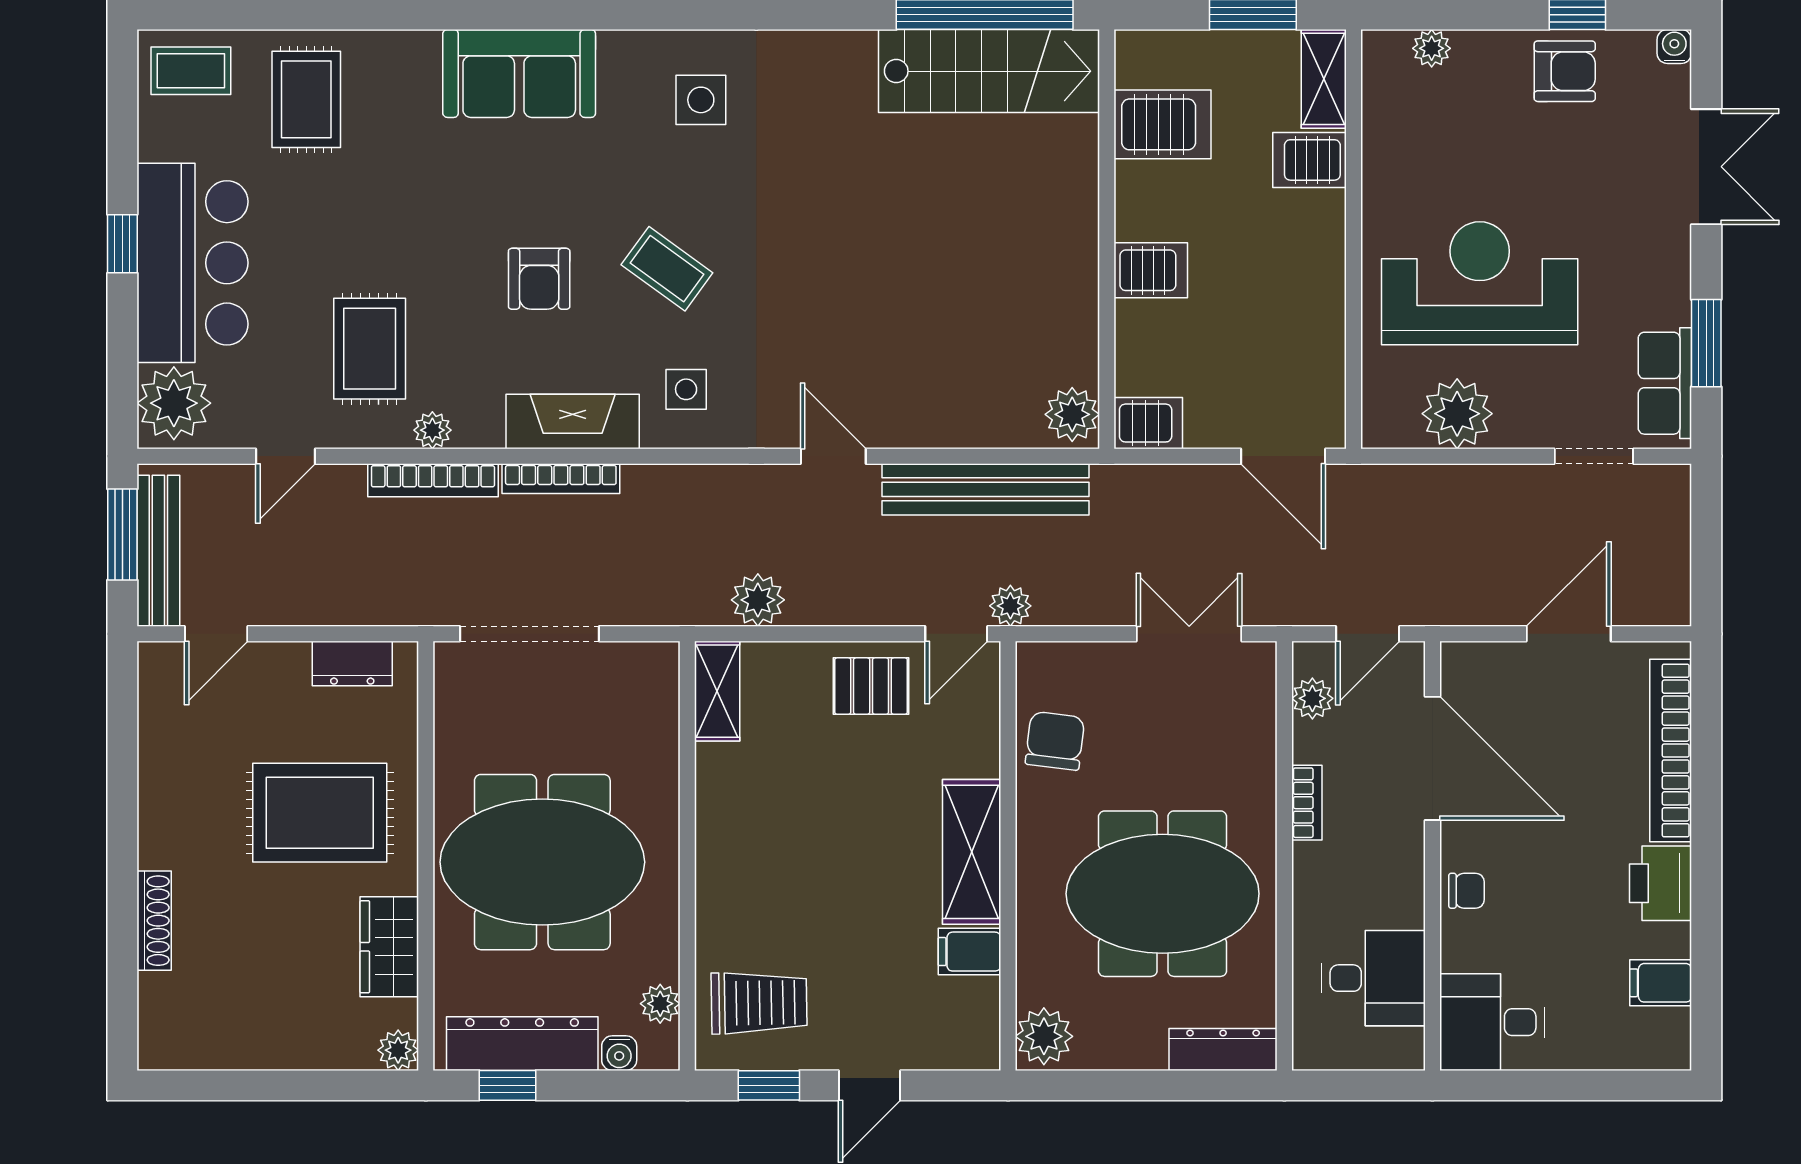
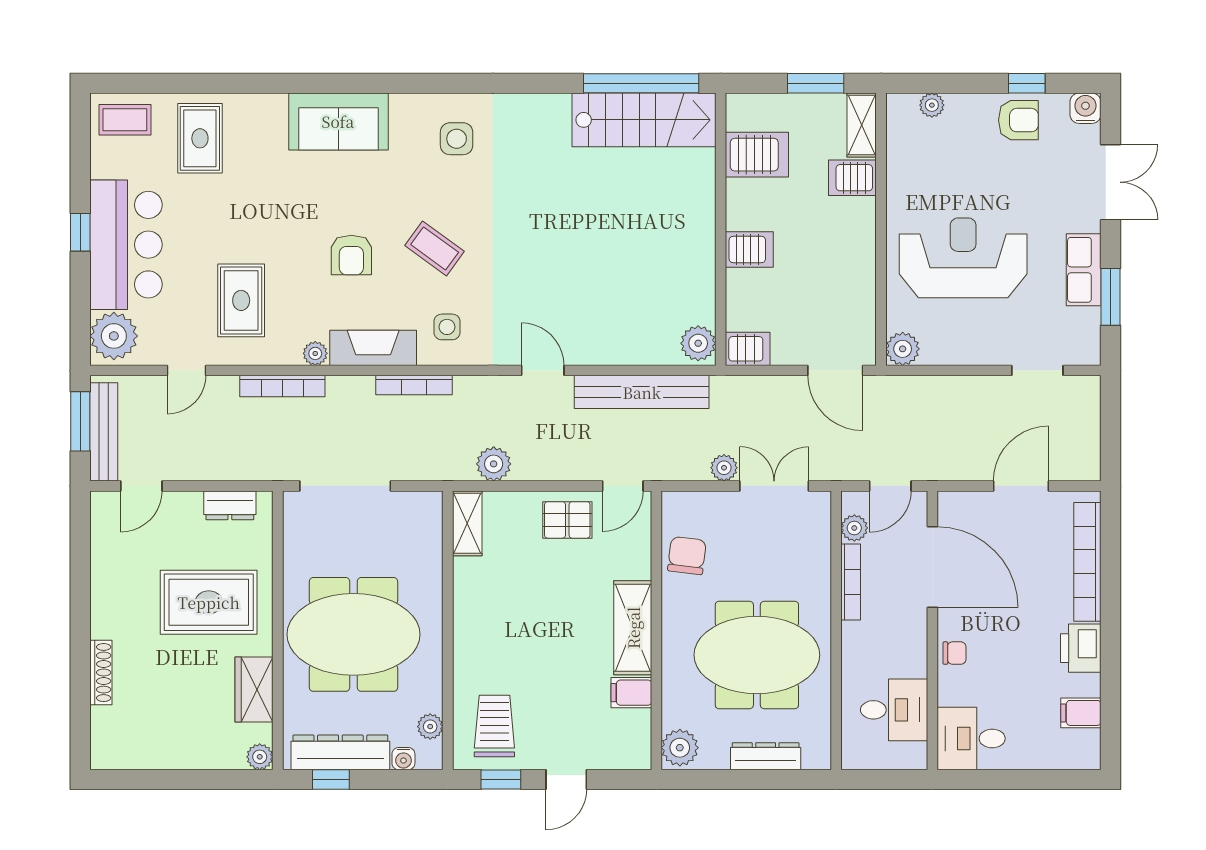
water cooler: (1674, 46) -> (1085, 108), width x1.38, depth x1.38
row of seats: (1665, 383) -> (1084, 270), moved
plant: (1457, 414) -> (903, 349), moved, width x0.73, depth x0.73
plant: (432, 430) -> (315, 353), moved
bookcase: (561, 479) -> (414, 385), moved
plant: (1010, 606) -> (724, 468), moved
bookcase: (1307, 803) -> (851, 582), width x1.56
trolley: (759, 1003) -> (494, 726), turned -89
dresser: (1223, 1049) -> (766, 756), moved

